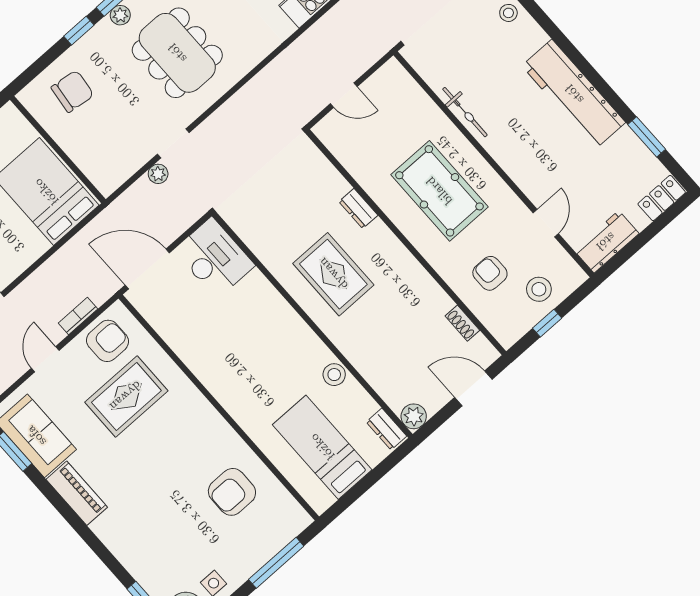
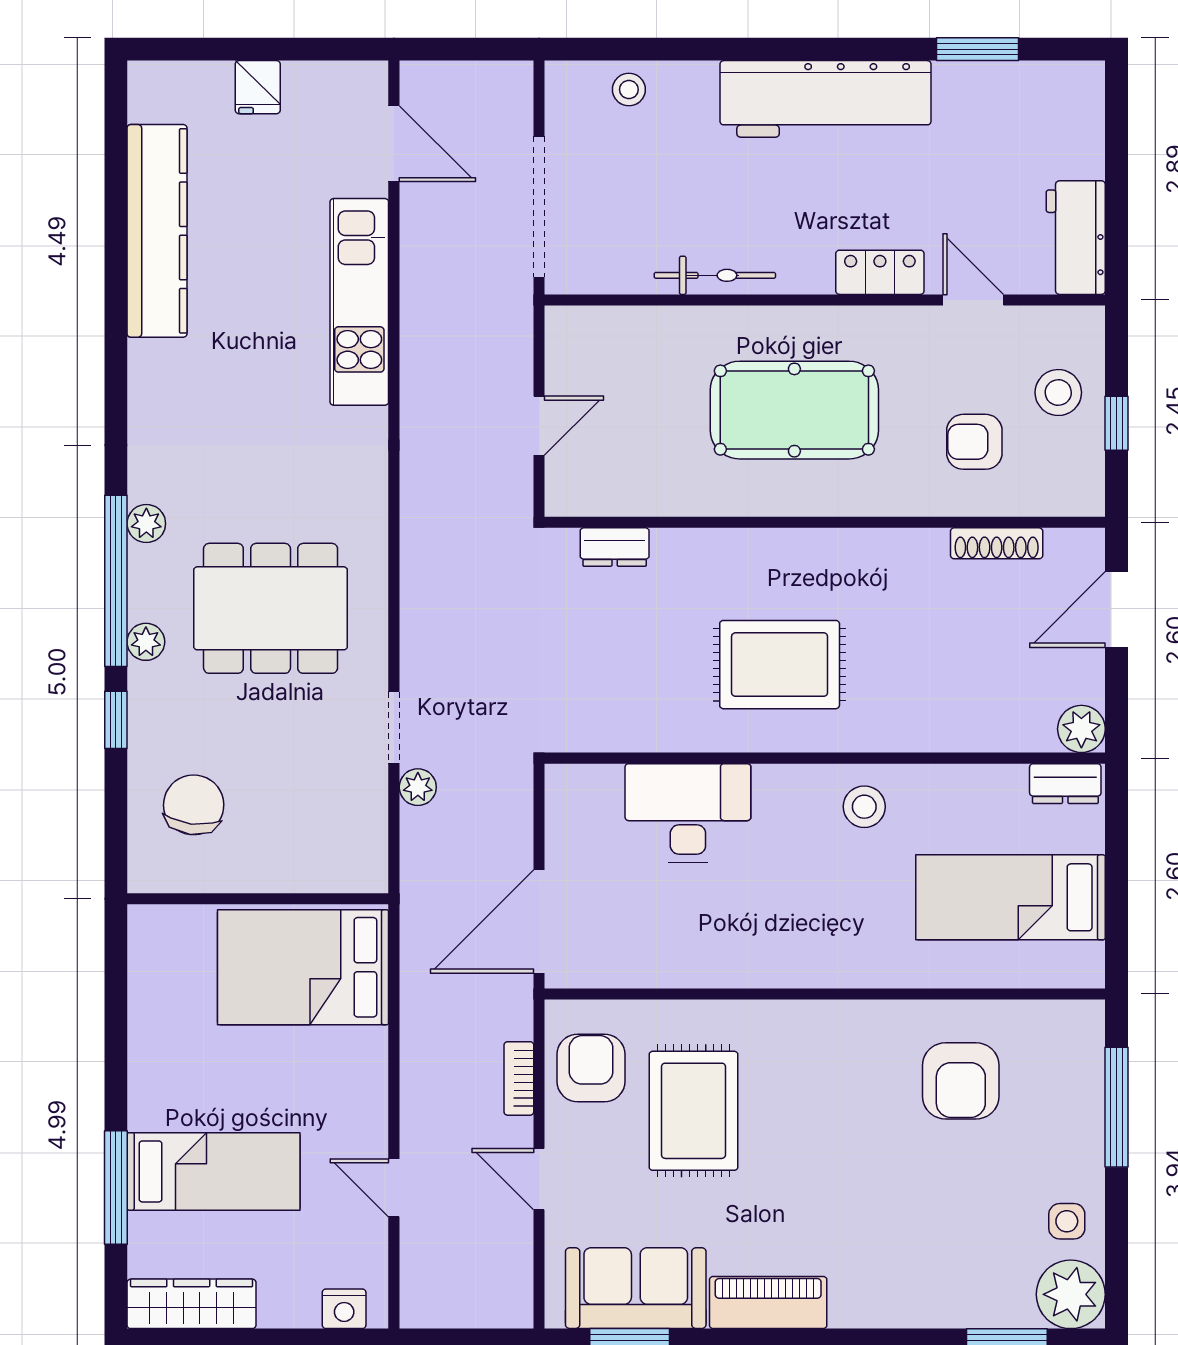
locker: (662, 198) -> (880, 272), moved, turned 90
dresser: (358, 208) -> (615, 547), moved
desk: (214, 258) -> (688, 813), moved
shoe rack: (462, 323) -> (997, 543), width x1.43
stool: (334, 375) -> (864, 807), moved

